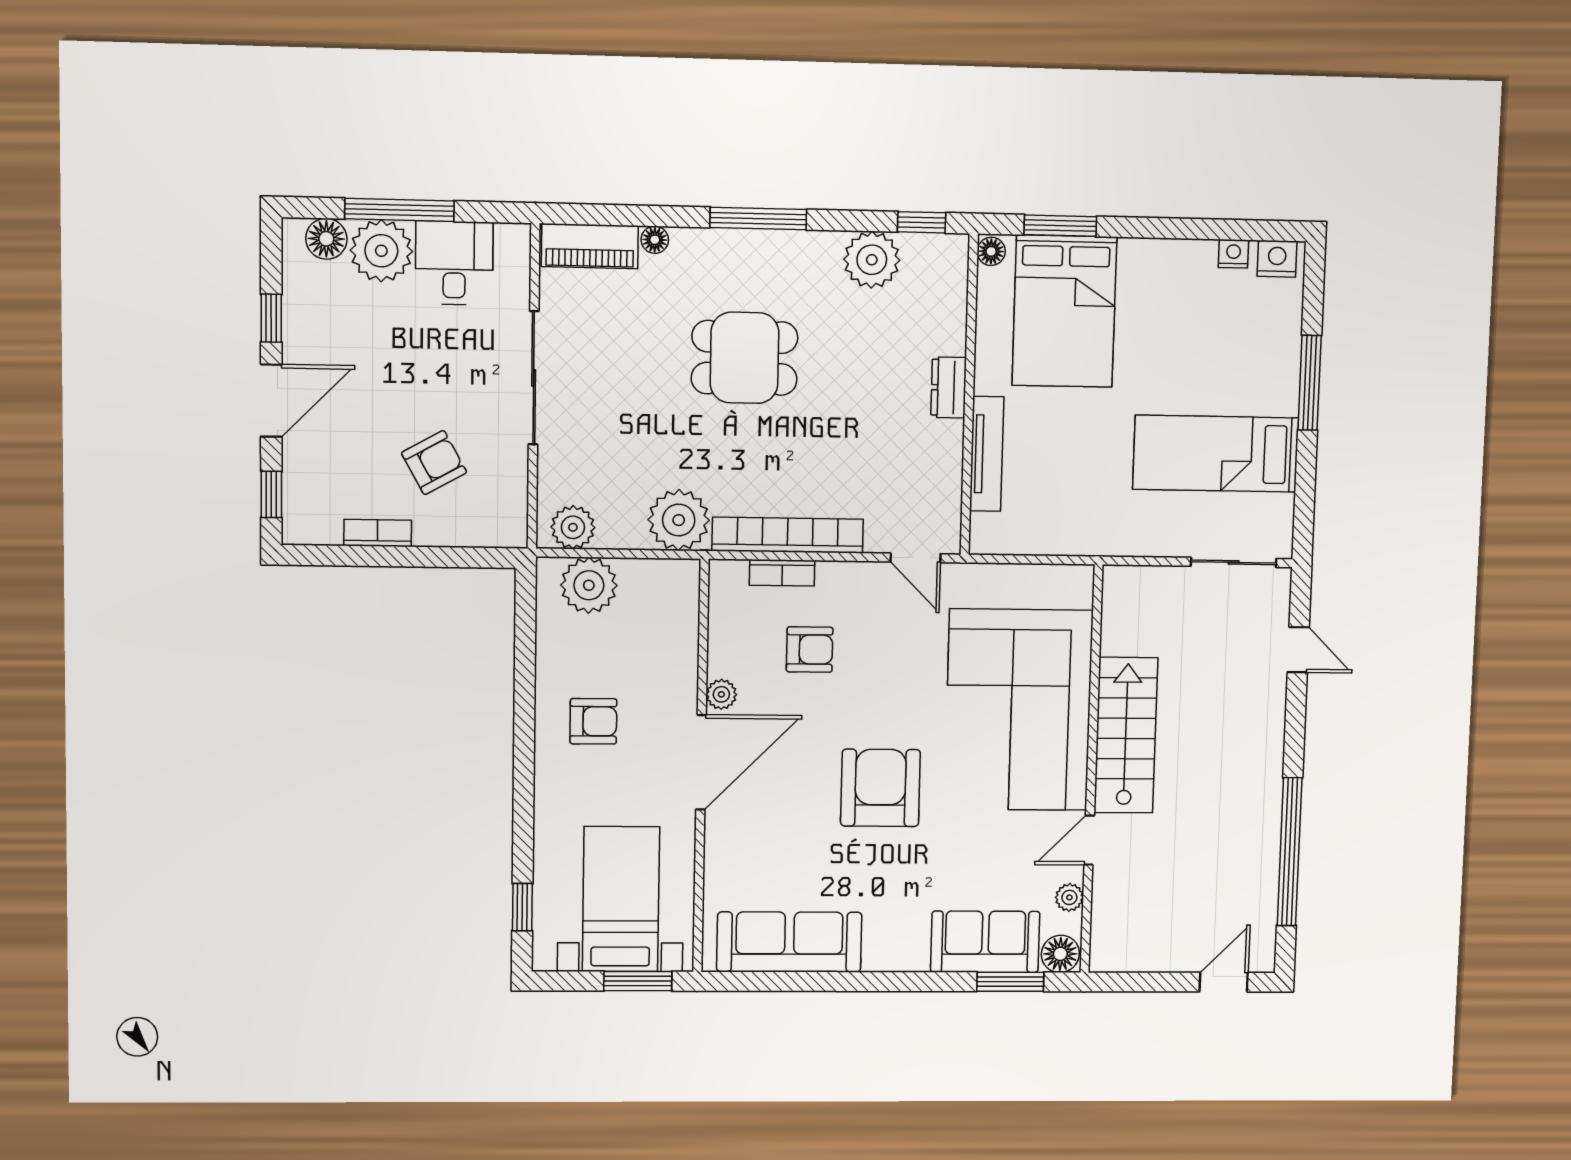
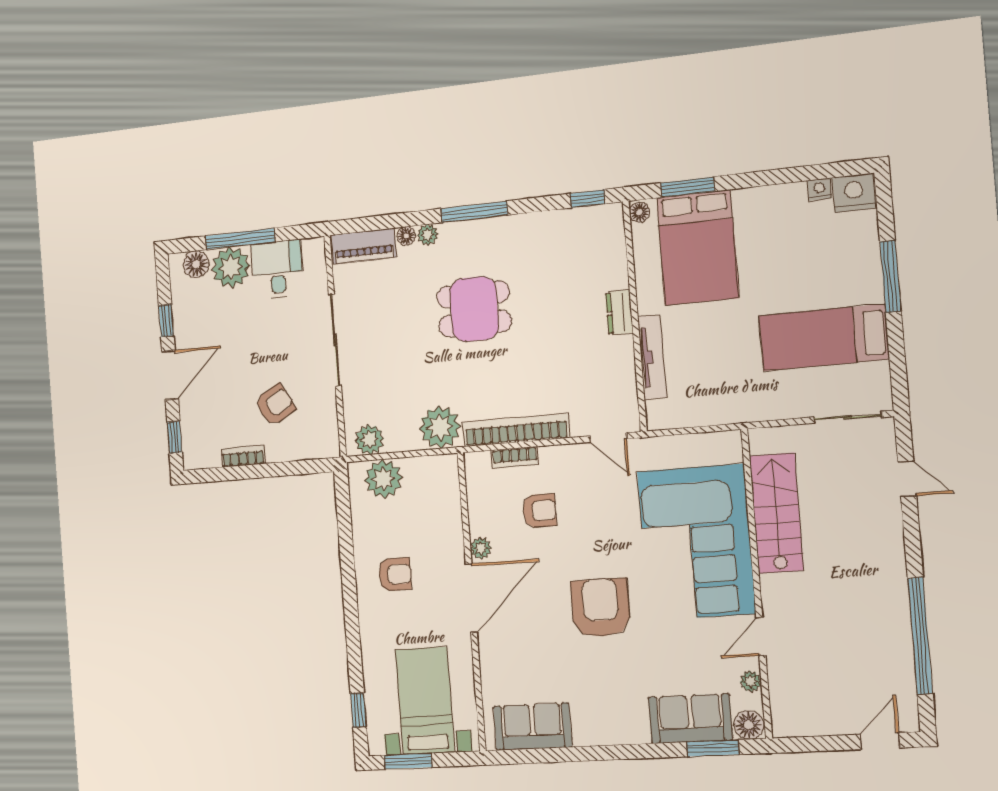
nightstand: (1277, 259) -> (854, 193), width x1.36, depth x1.33
plant: (872, 260) -> (428, 235), moved, width x0.53, depth x0.53
stairs: (1126, 735) -> (776, 513), moved
sofa: (789, 942) -> (533, 727), width x0.73
window: (638, 981) -> (408, 761), moved

